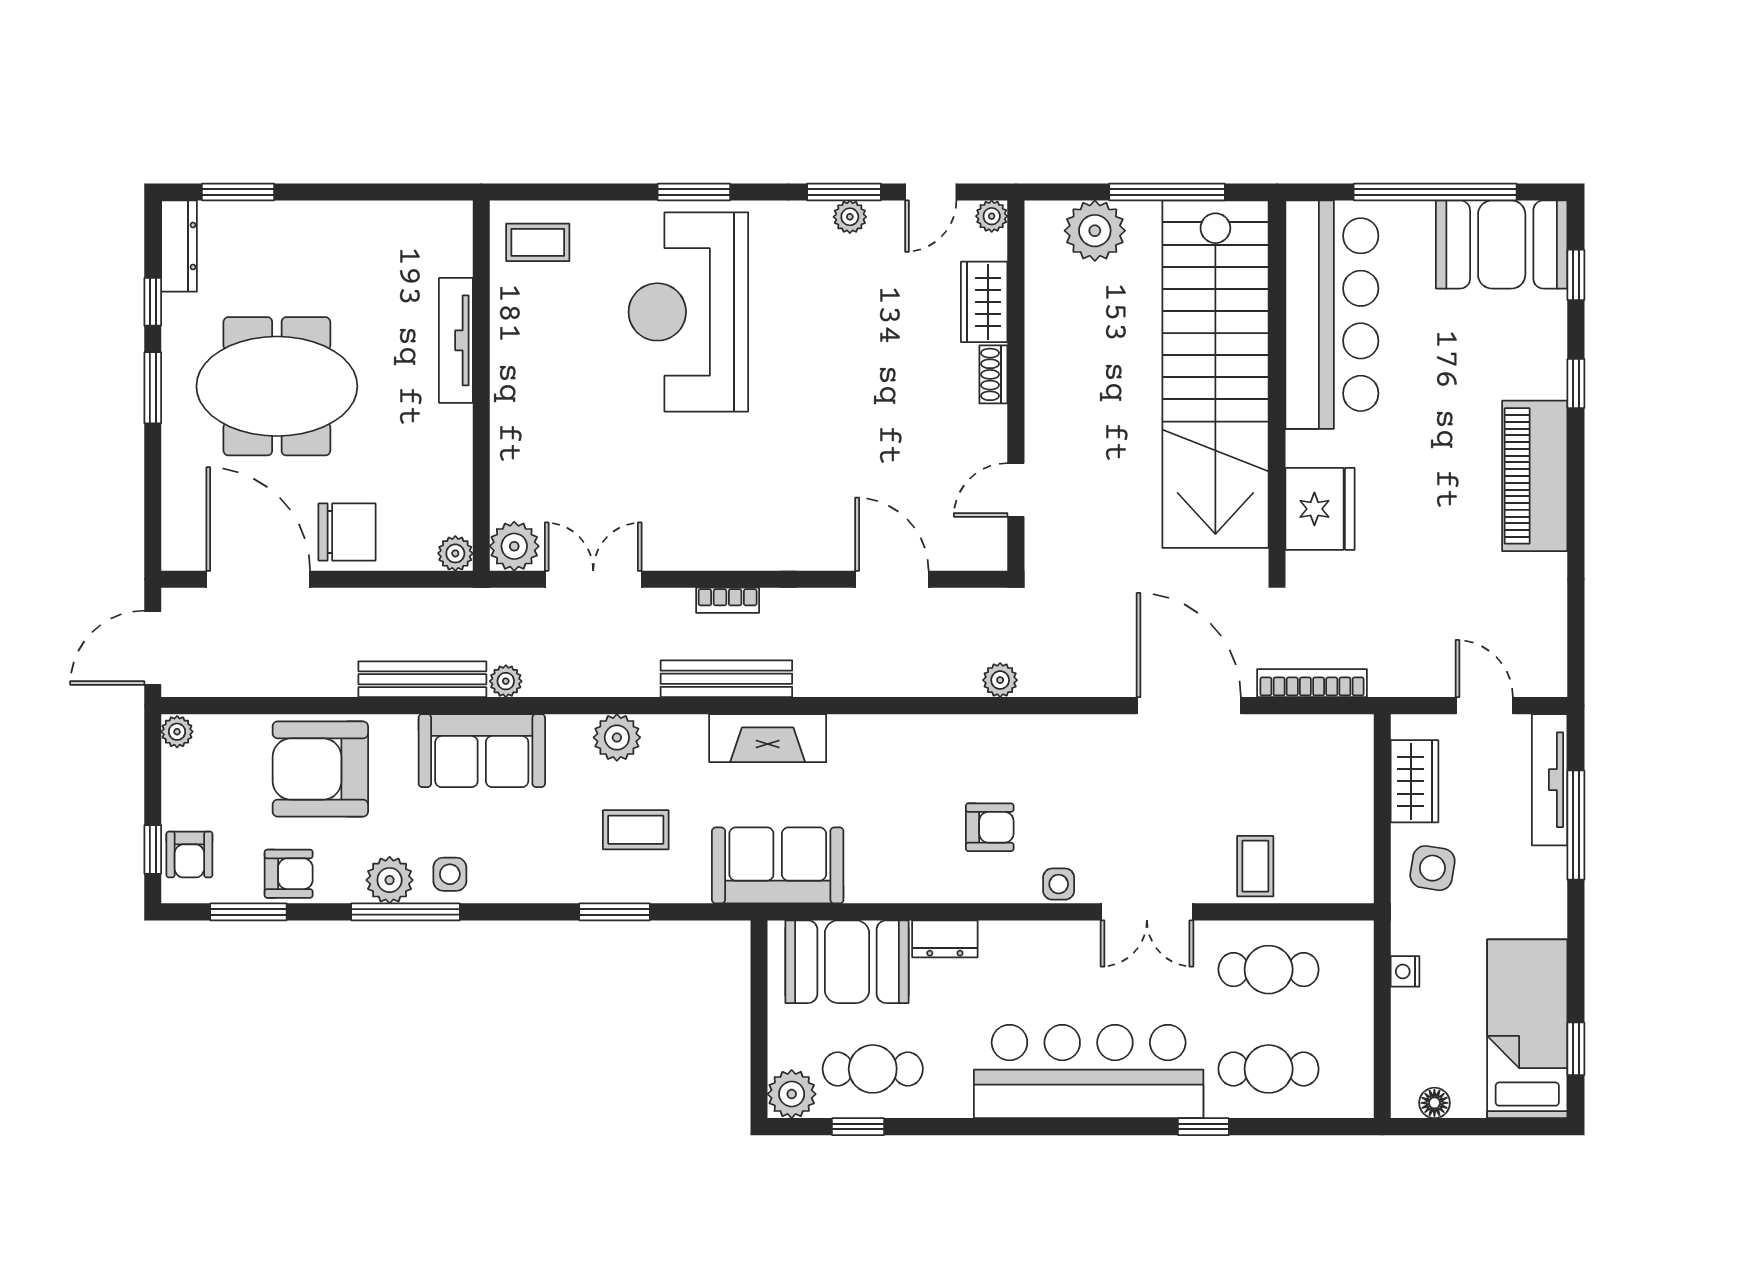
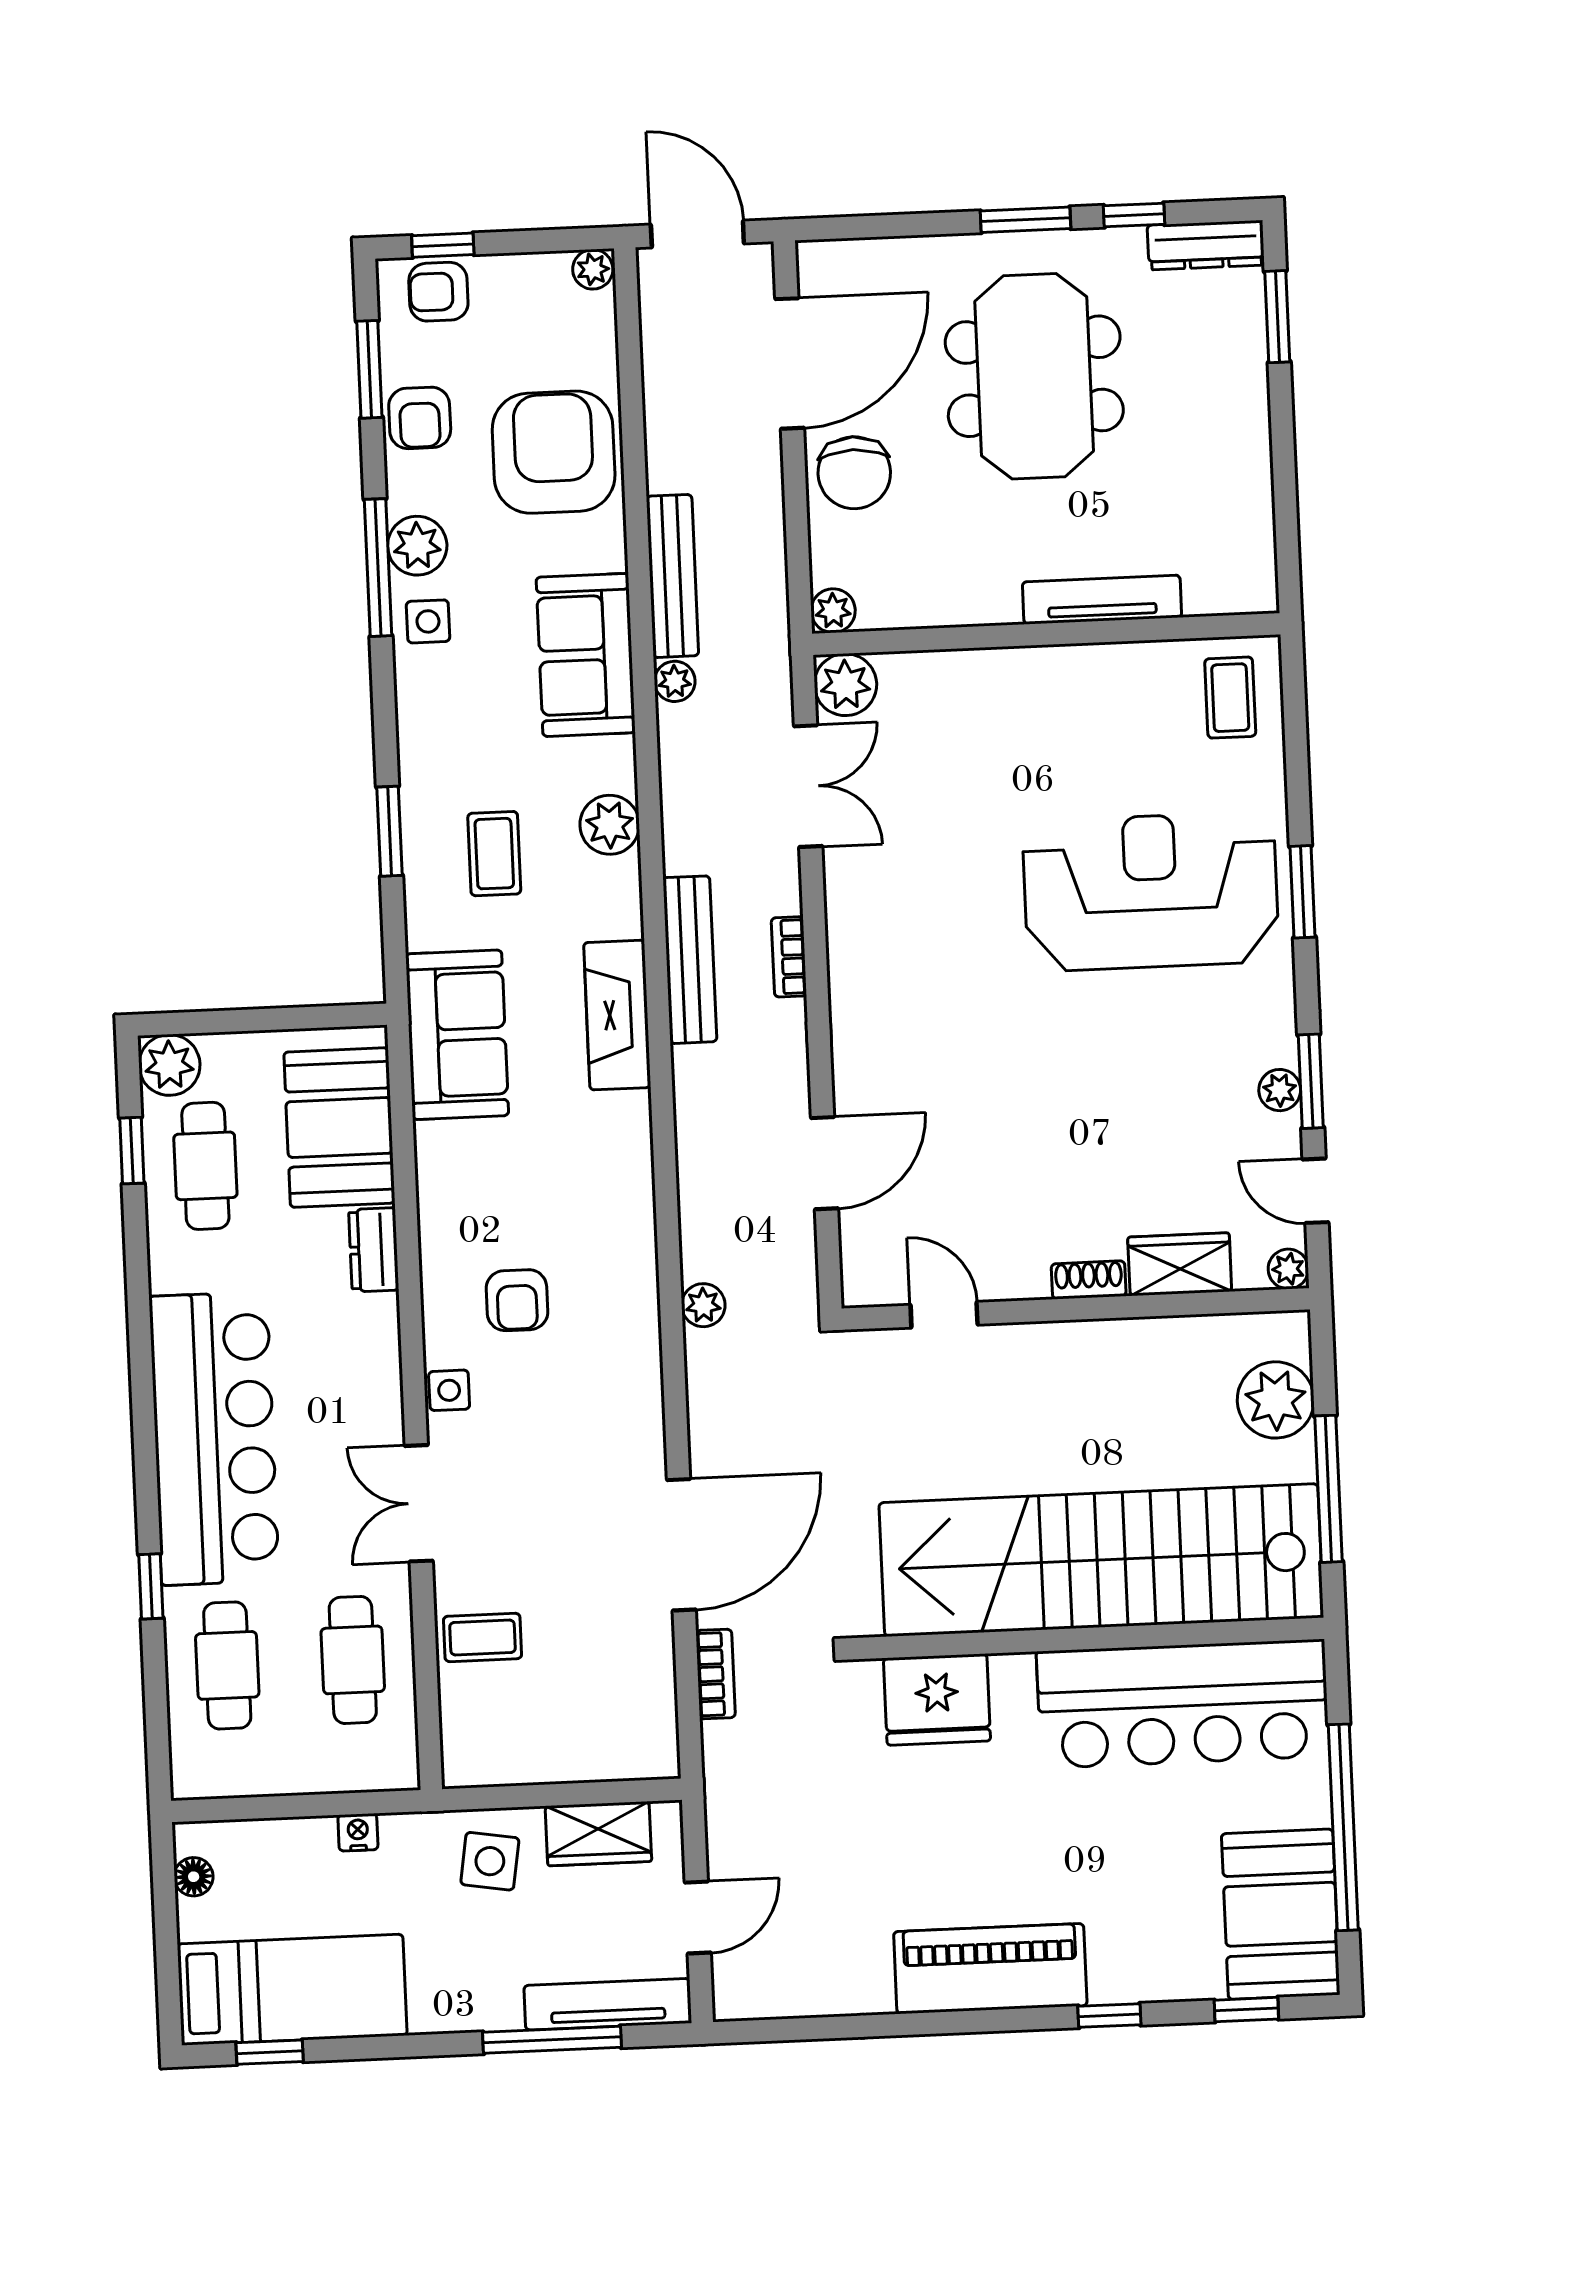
bookcase: (1312, 683) -> (716, 1674), width x0.64

